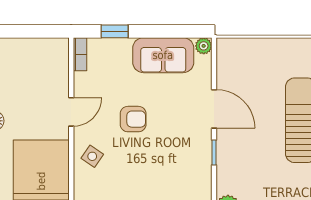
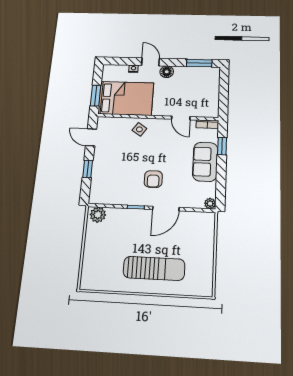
sofa: (163, 55) -> (205, 162), moved
door: (71, 112) -> (181, 118), moved
armchair: (133, 119) -> (153, 179), moved

